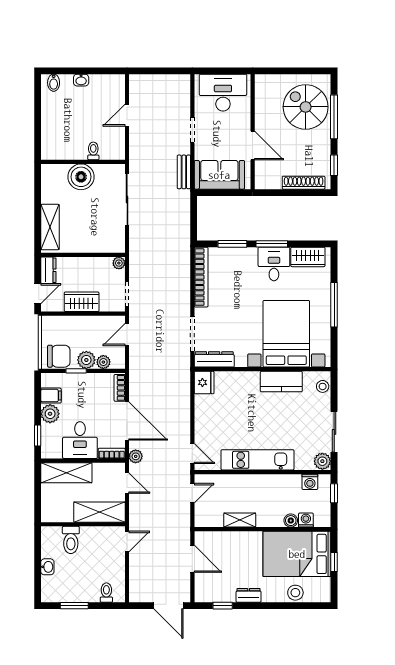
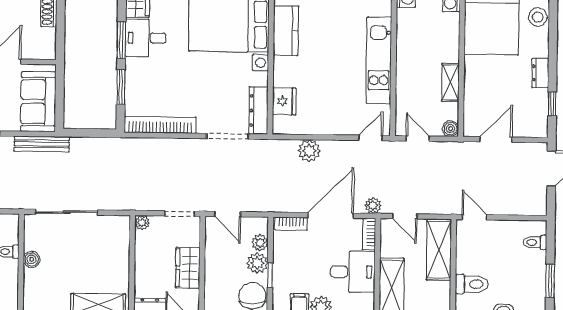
bench: (184, 172) -> (42, 144), width x1.36
boiler: (81, 177) -> (32, 259), width x0.54, depth x0.54
fridge: (204, 382) -> (284, 101), moved, turned 90
plant: (181, 402) -> (309, 151), added
door: (127, 483) -> (405, 216), swing flipped
boiler: (291, 521) -> (450, 129), moved

